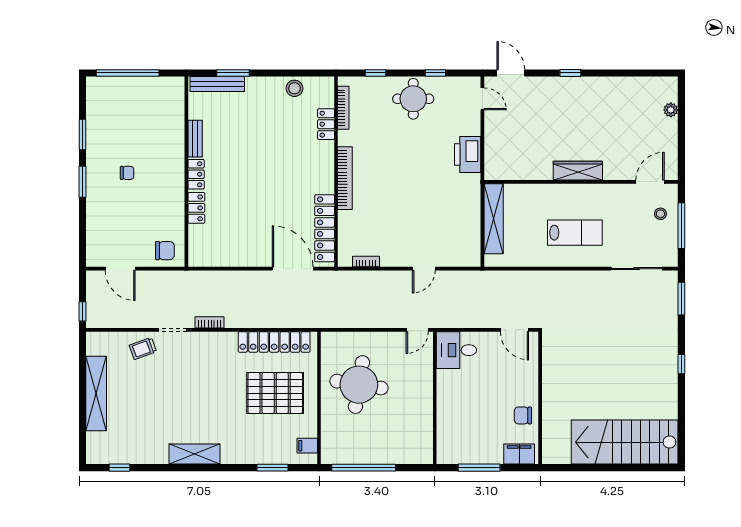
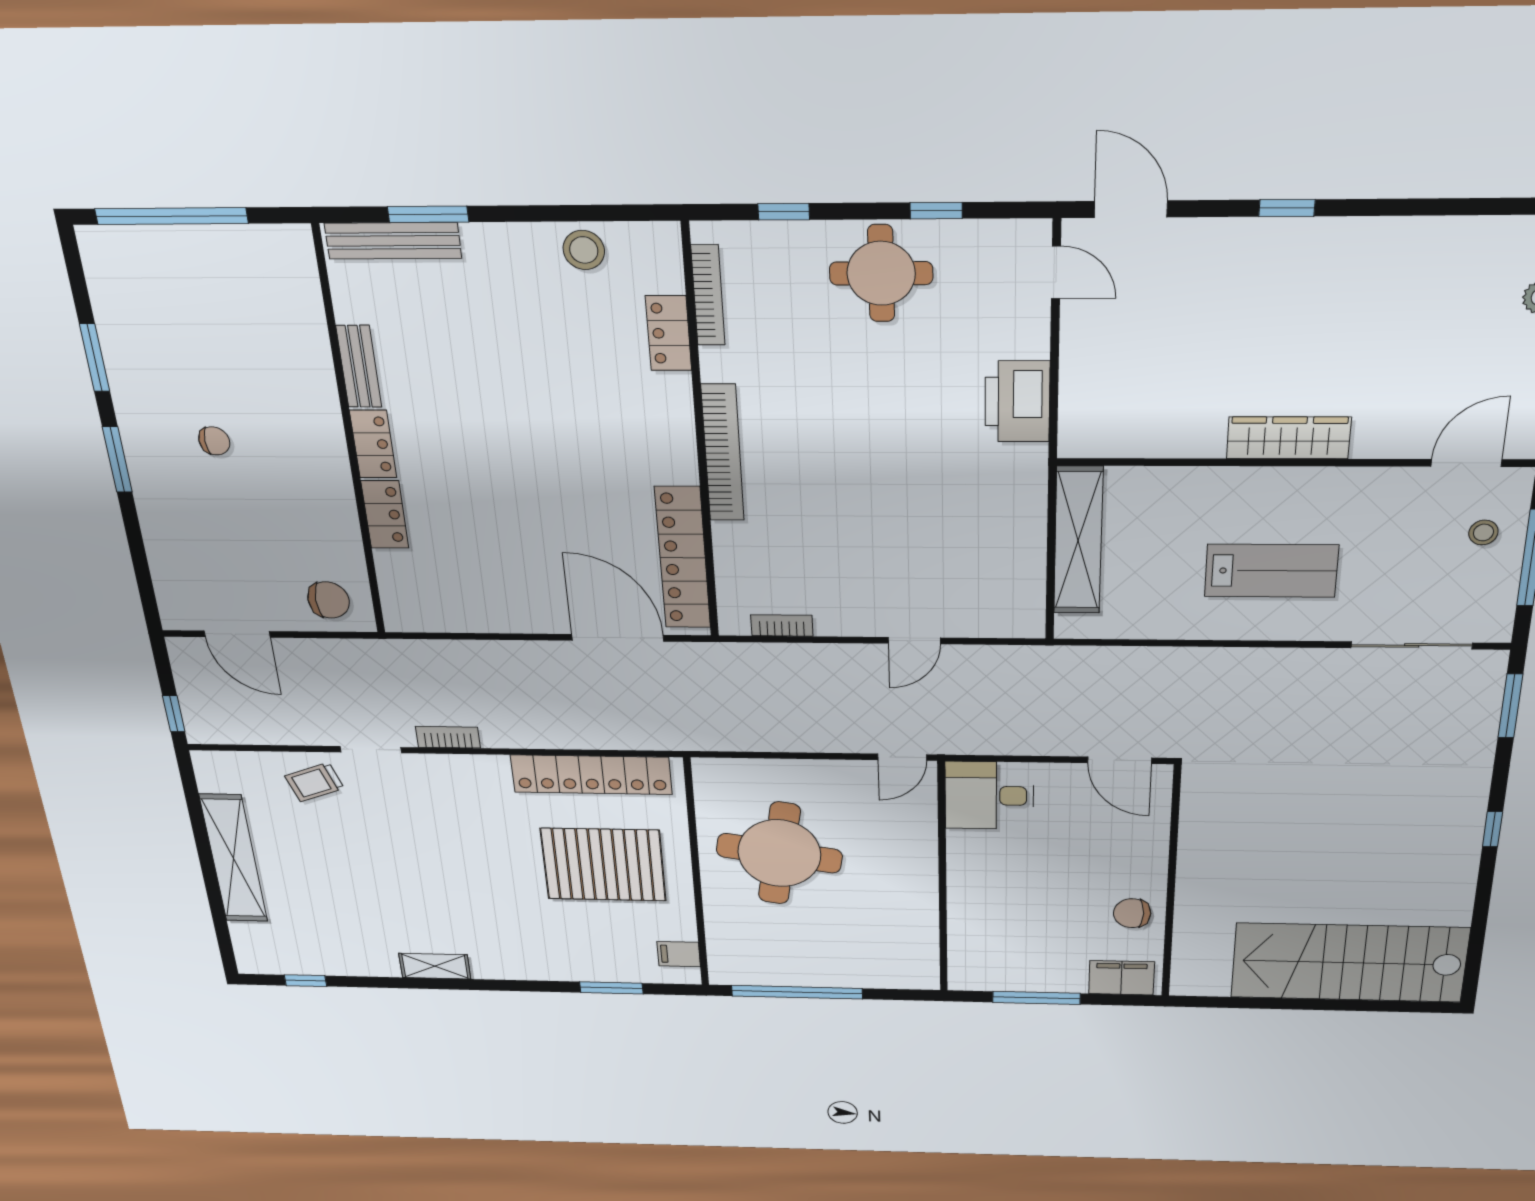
shelving: (195, 454) -> (435, 966), width x0.67, depth x0.75

